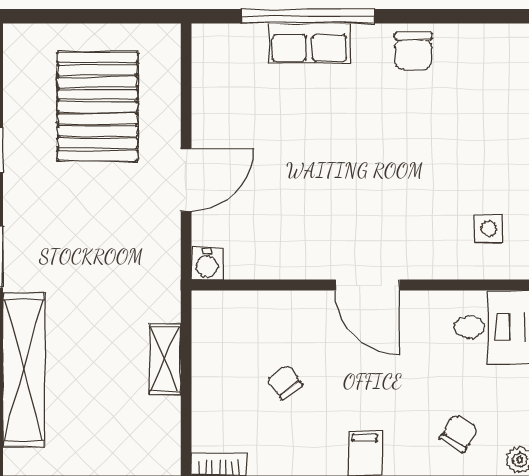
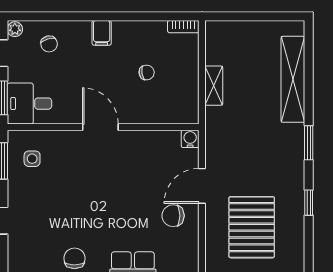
chair: (238, 127) -> (173, 216), added
chair: (285, 382) -> (147, 73), turned -63
chair: (459, 433) -> (49, 44), turned -48

